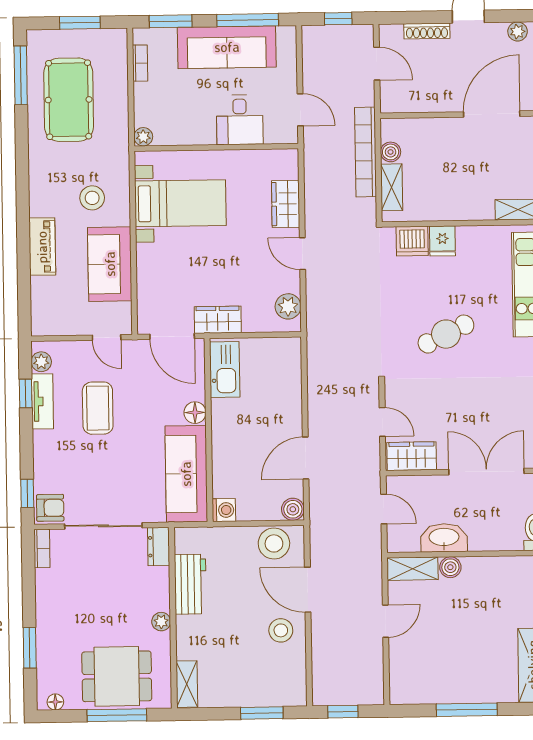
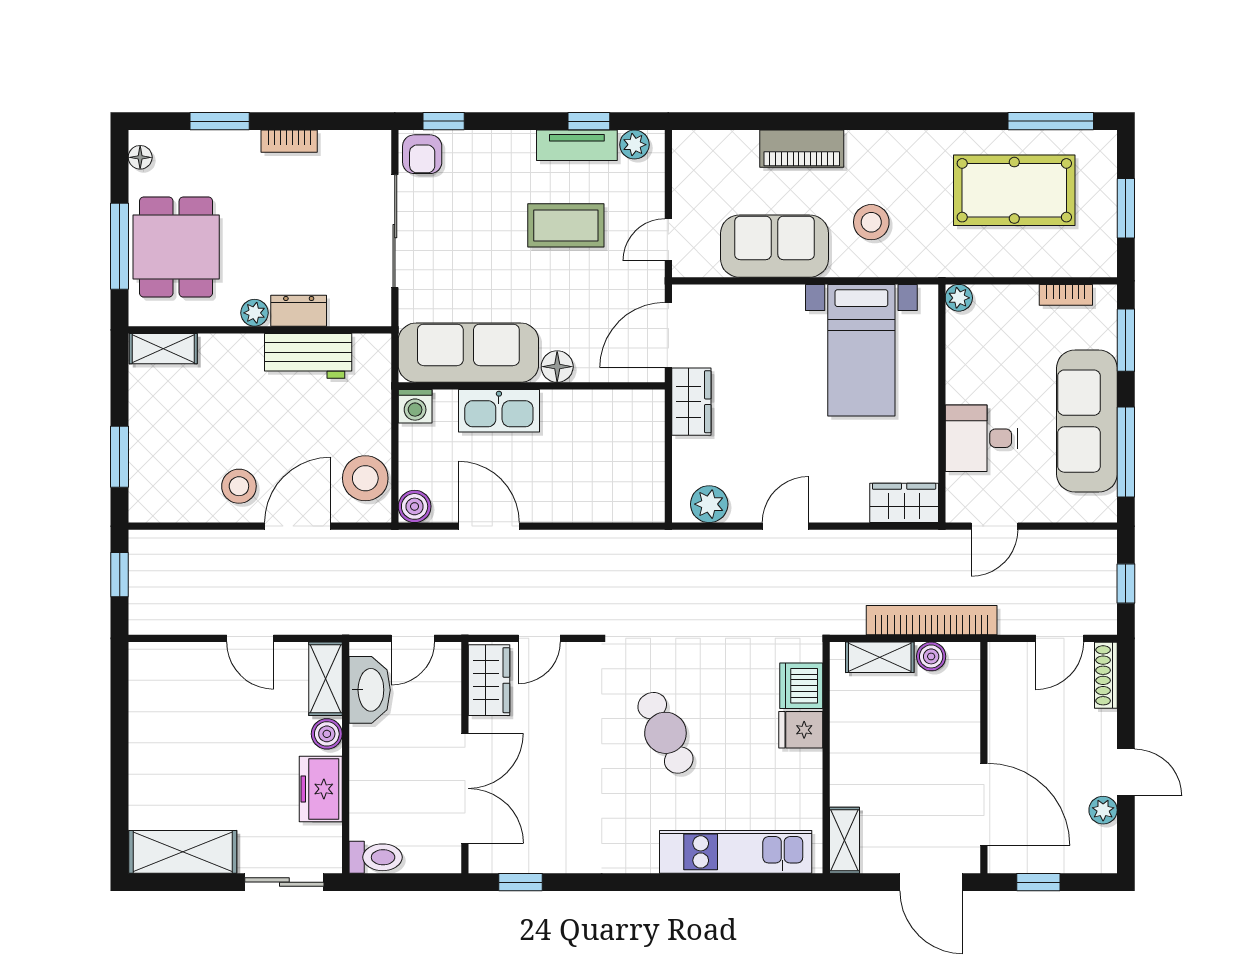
shoe rack: (427, 31) -> (1106, 675), moved
plant: (518, 32) -> (1103, 810), moved
wardrobe: (286, 204) -> (904, 503), moved
kitchen sink: (225, 369) -> (499, 411), moved
washbasin: (444, 538) -> (370, 690), moved
dresser: (159, 547) -> (299, 311), moved
bookcase: (42, 549) -> (289, 141), moved
freezer: (488, 571) -> (321, 789), added
window: (467, 710) -> (120, 754), removed

